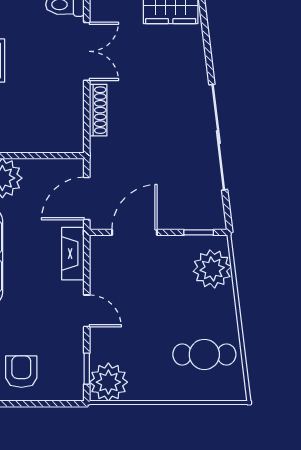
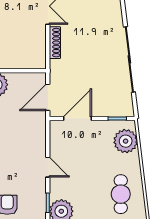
fireplace: (73, 254) -> (39, 132), removed
cafe table: (204, 354) -> (121, 194), turned 90

